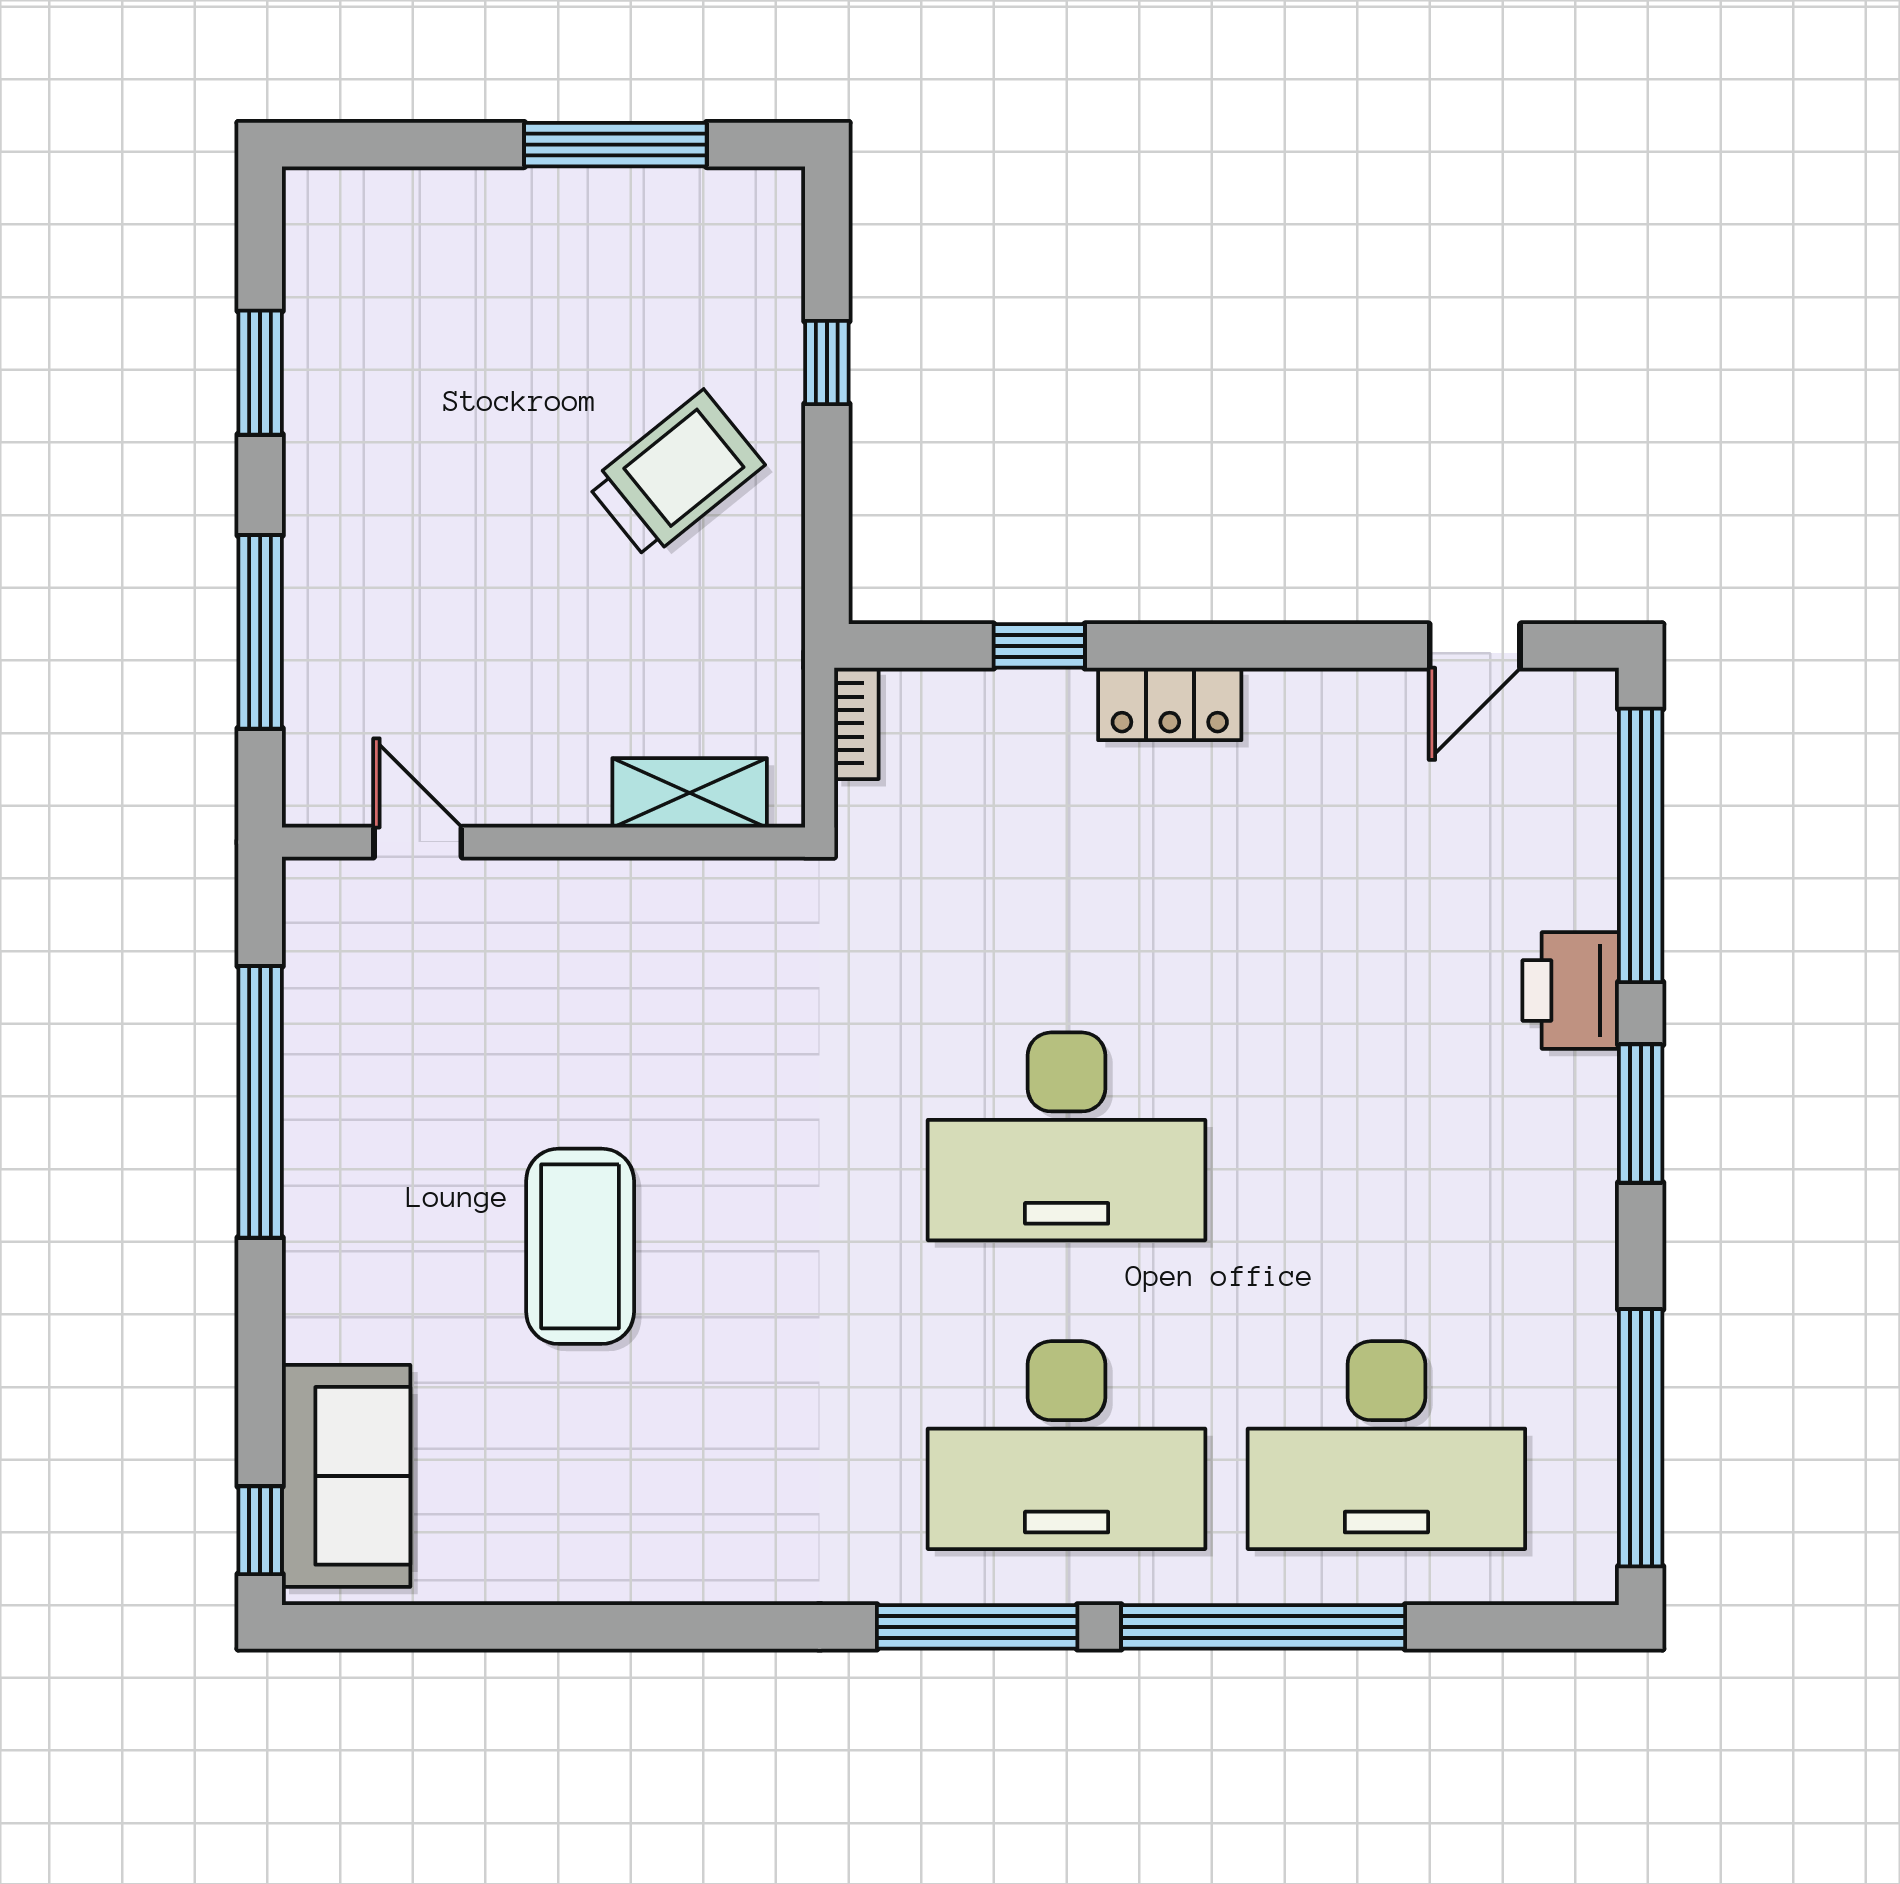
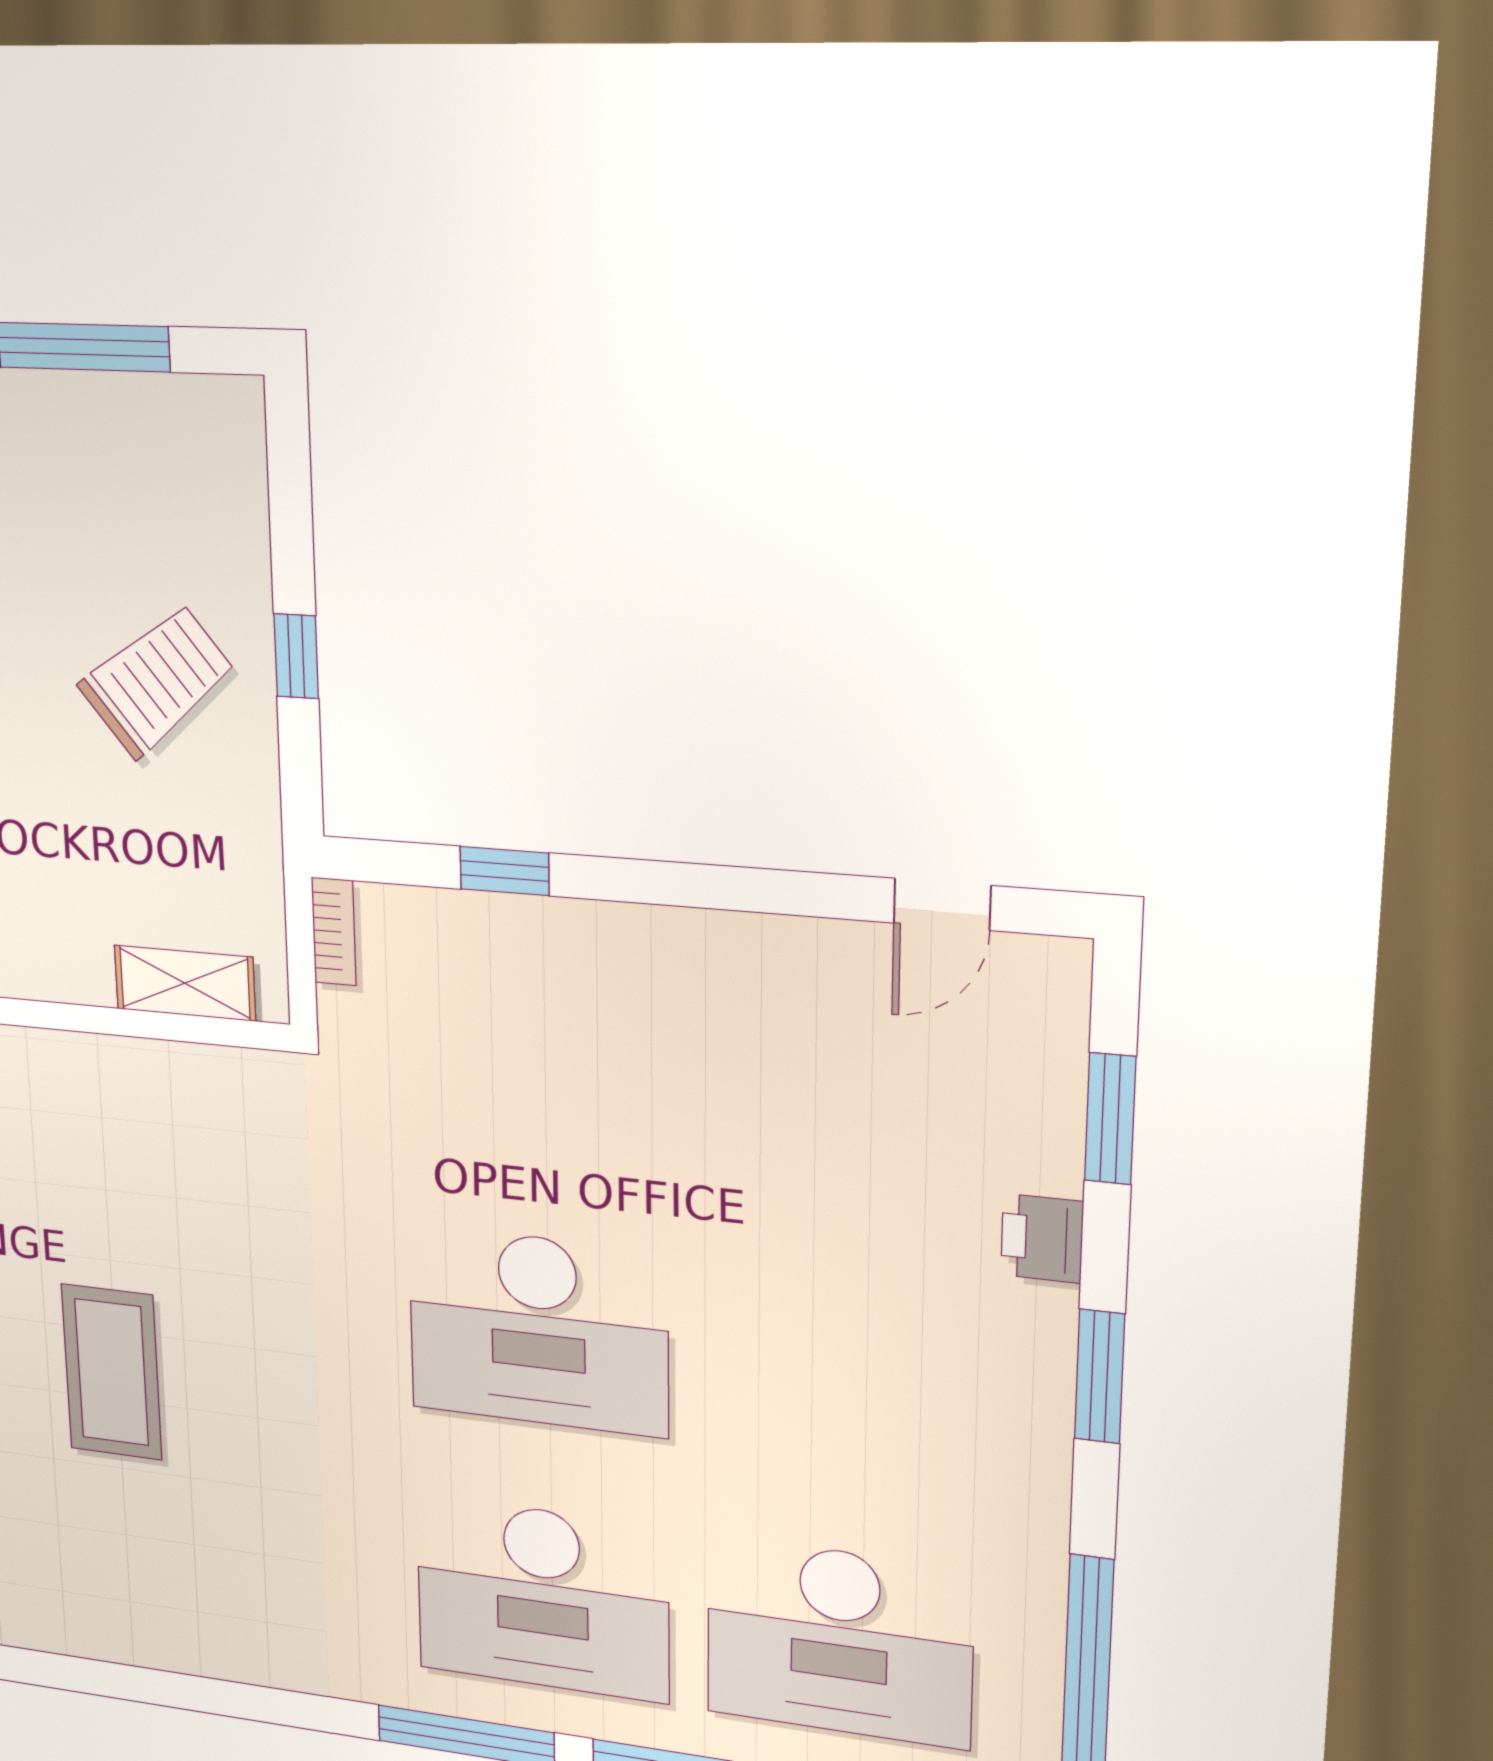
window: (827, 363) -> (296, 656), moved
locker: (1170, 704) -> (632, 938), removed
window: (1641, 845) -> (1110, 1119), width x0.47
printer: (1571, 991) -> (1042, 1238), width x0.73, depth x0.81

